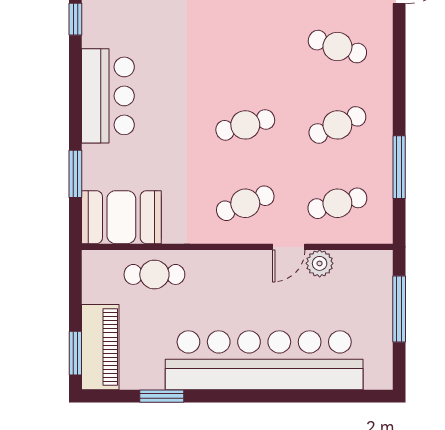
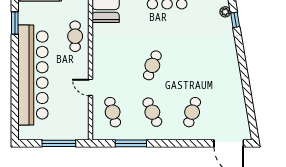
cafe table: (245, 125) -> (152, 65), turned 36
cafe table: (245, 203) -> (113, 65), removed
plant: (320, 263) -> (82, 103), removed
cafe table: (154, 274) -> (75, 36), moved

